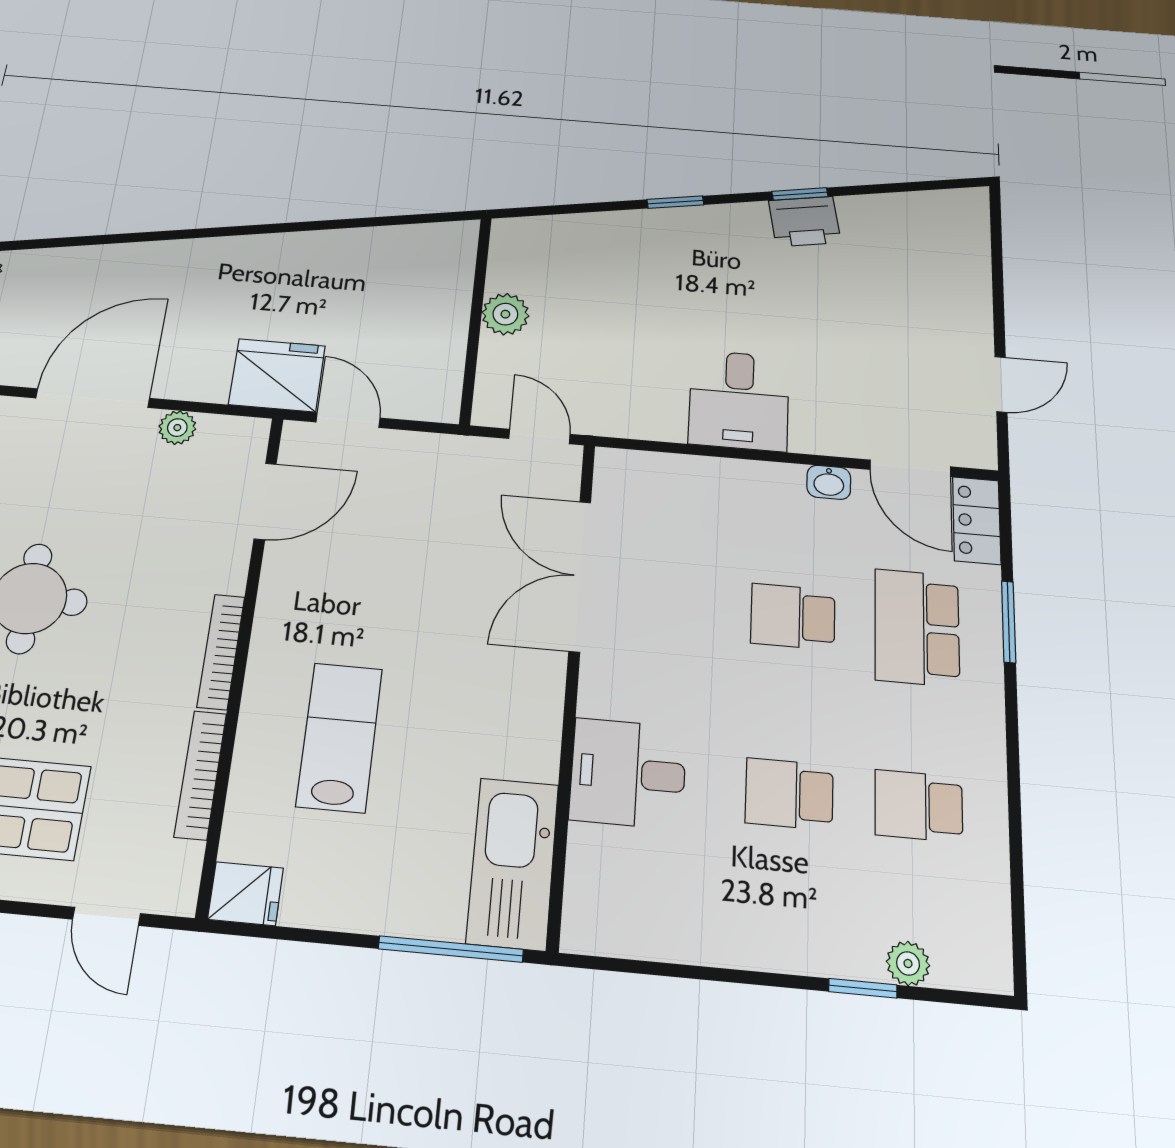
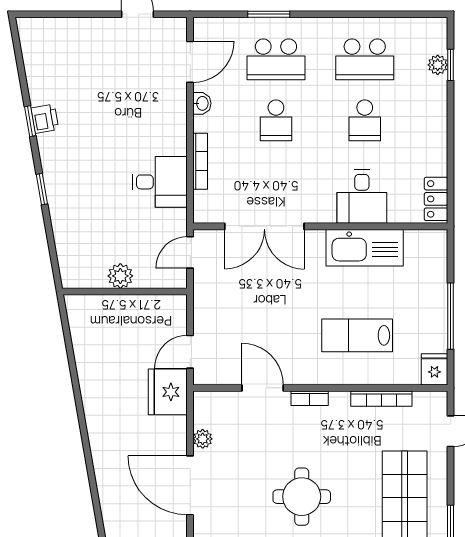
printer: (805, 221) -> (45, 119), width x0.73, depth x0.81
desk: (739, 400) -> (160, 182), moved
bookcase: (716, 469) -> (200, 161), added
door: (265, 501) -> (263, 388), moved
locker: (977, 521) -> (436, 199), moved, turned 90
bookcase: (221, 652) -> (310, 398), width x0.64
school desk: (919, 806) -> (365, 59), width x1.85
kitchen sink: (513, 863) -> (365, 248), moved
window: (451, 949) -> (451, 316), moved
window: (863, 988) -> (451, 65), moved

